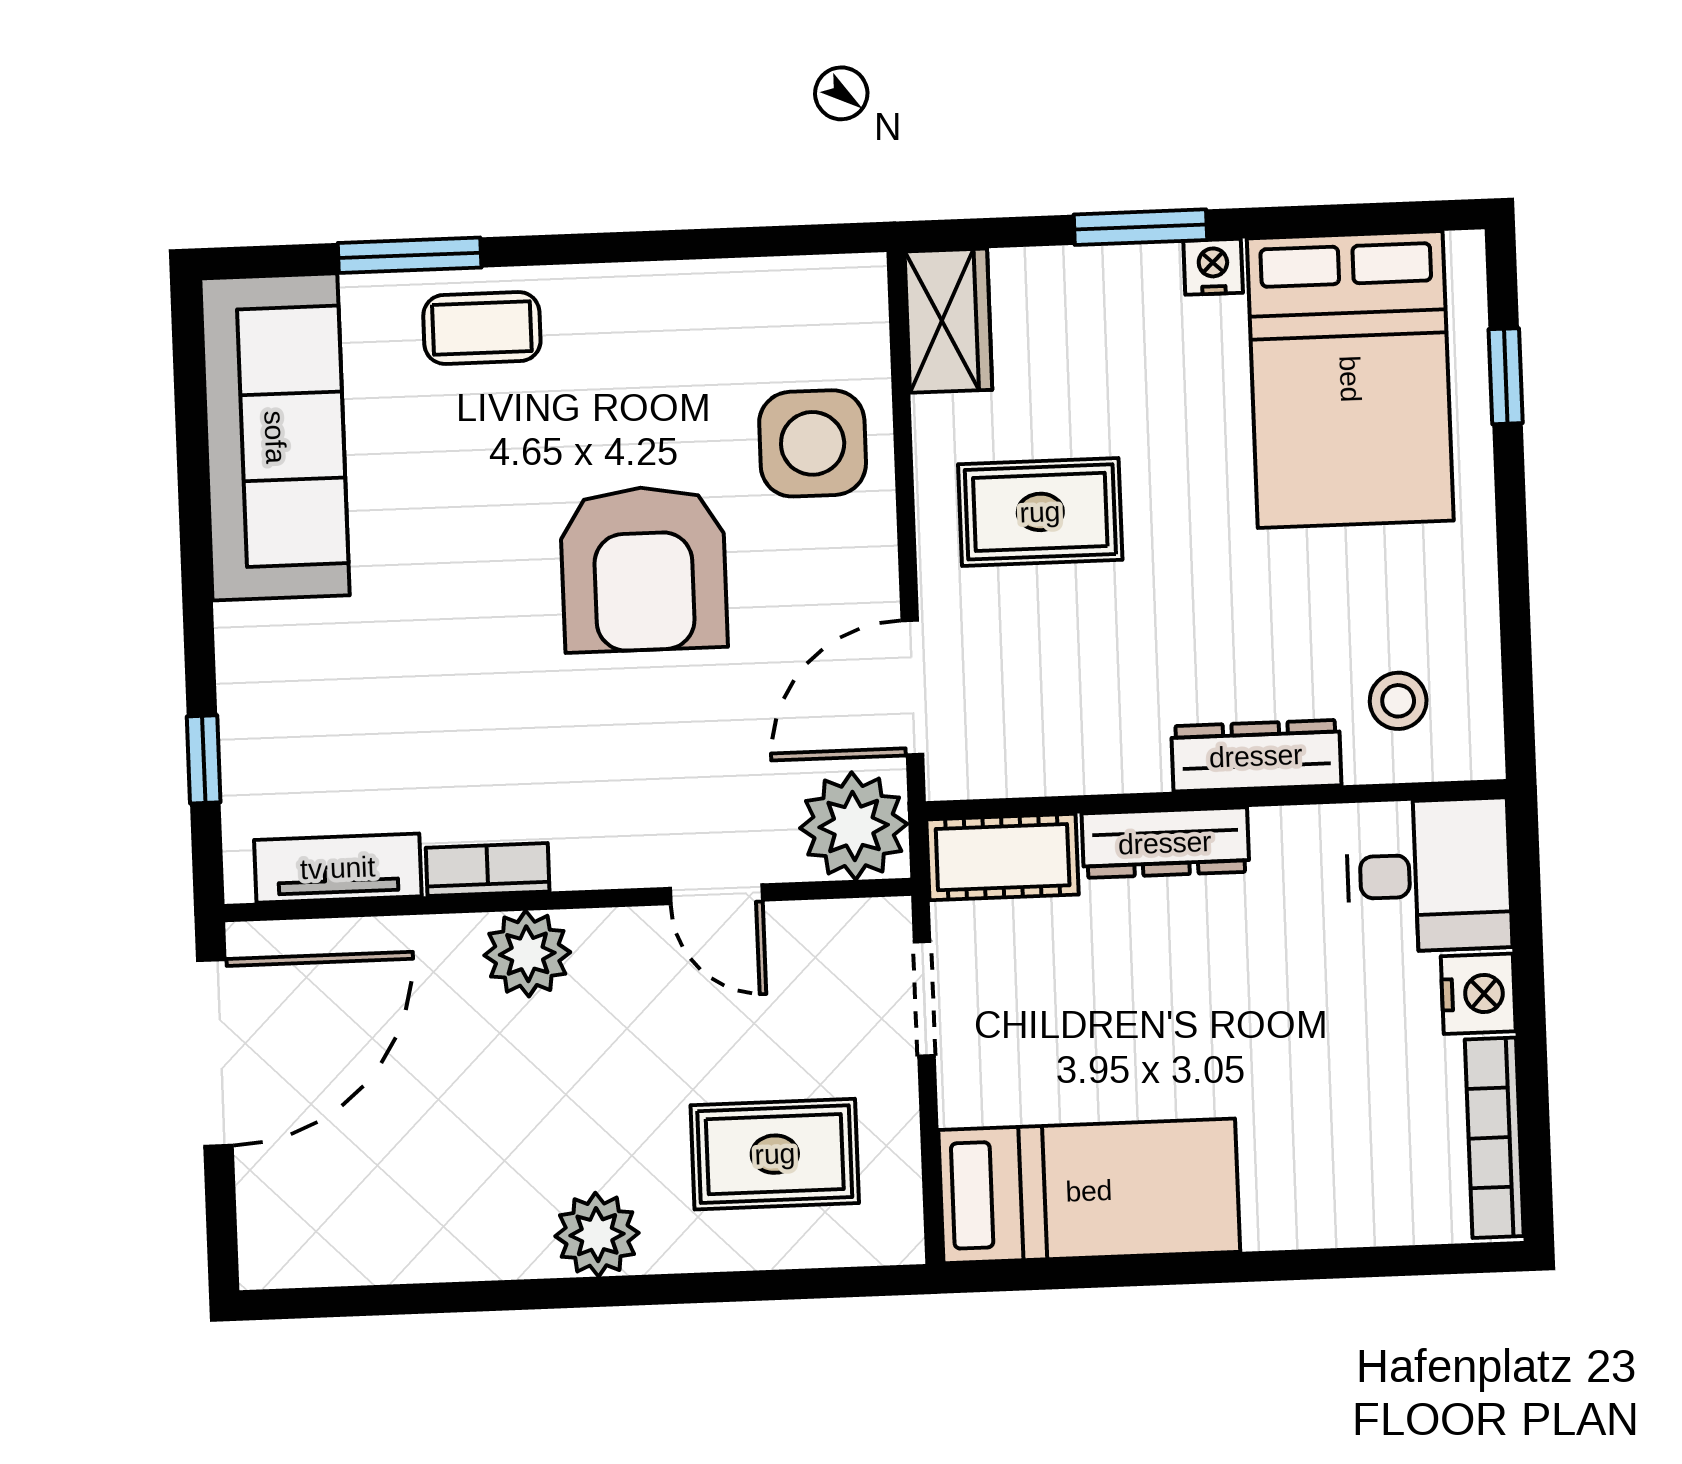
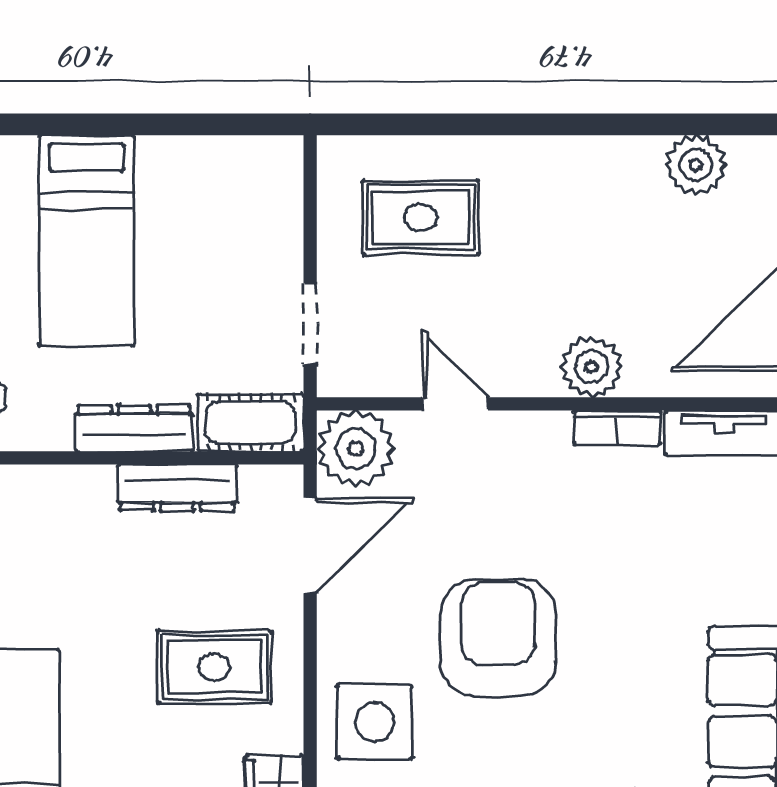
dresser: (1256, 756) -> (177, 488), moved
bed: (1089, 1191) -> (86, 241), moved, turned -90
plant: (597, 1235) -> (696, 165), moved

